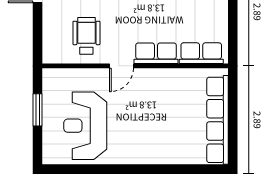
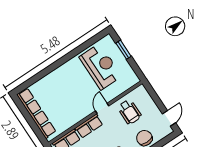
window: (37, 110) -> (123, 50), moved

